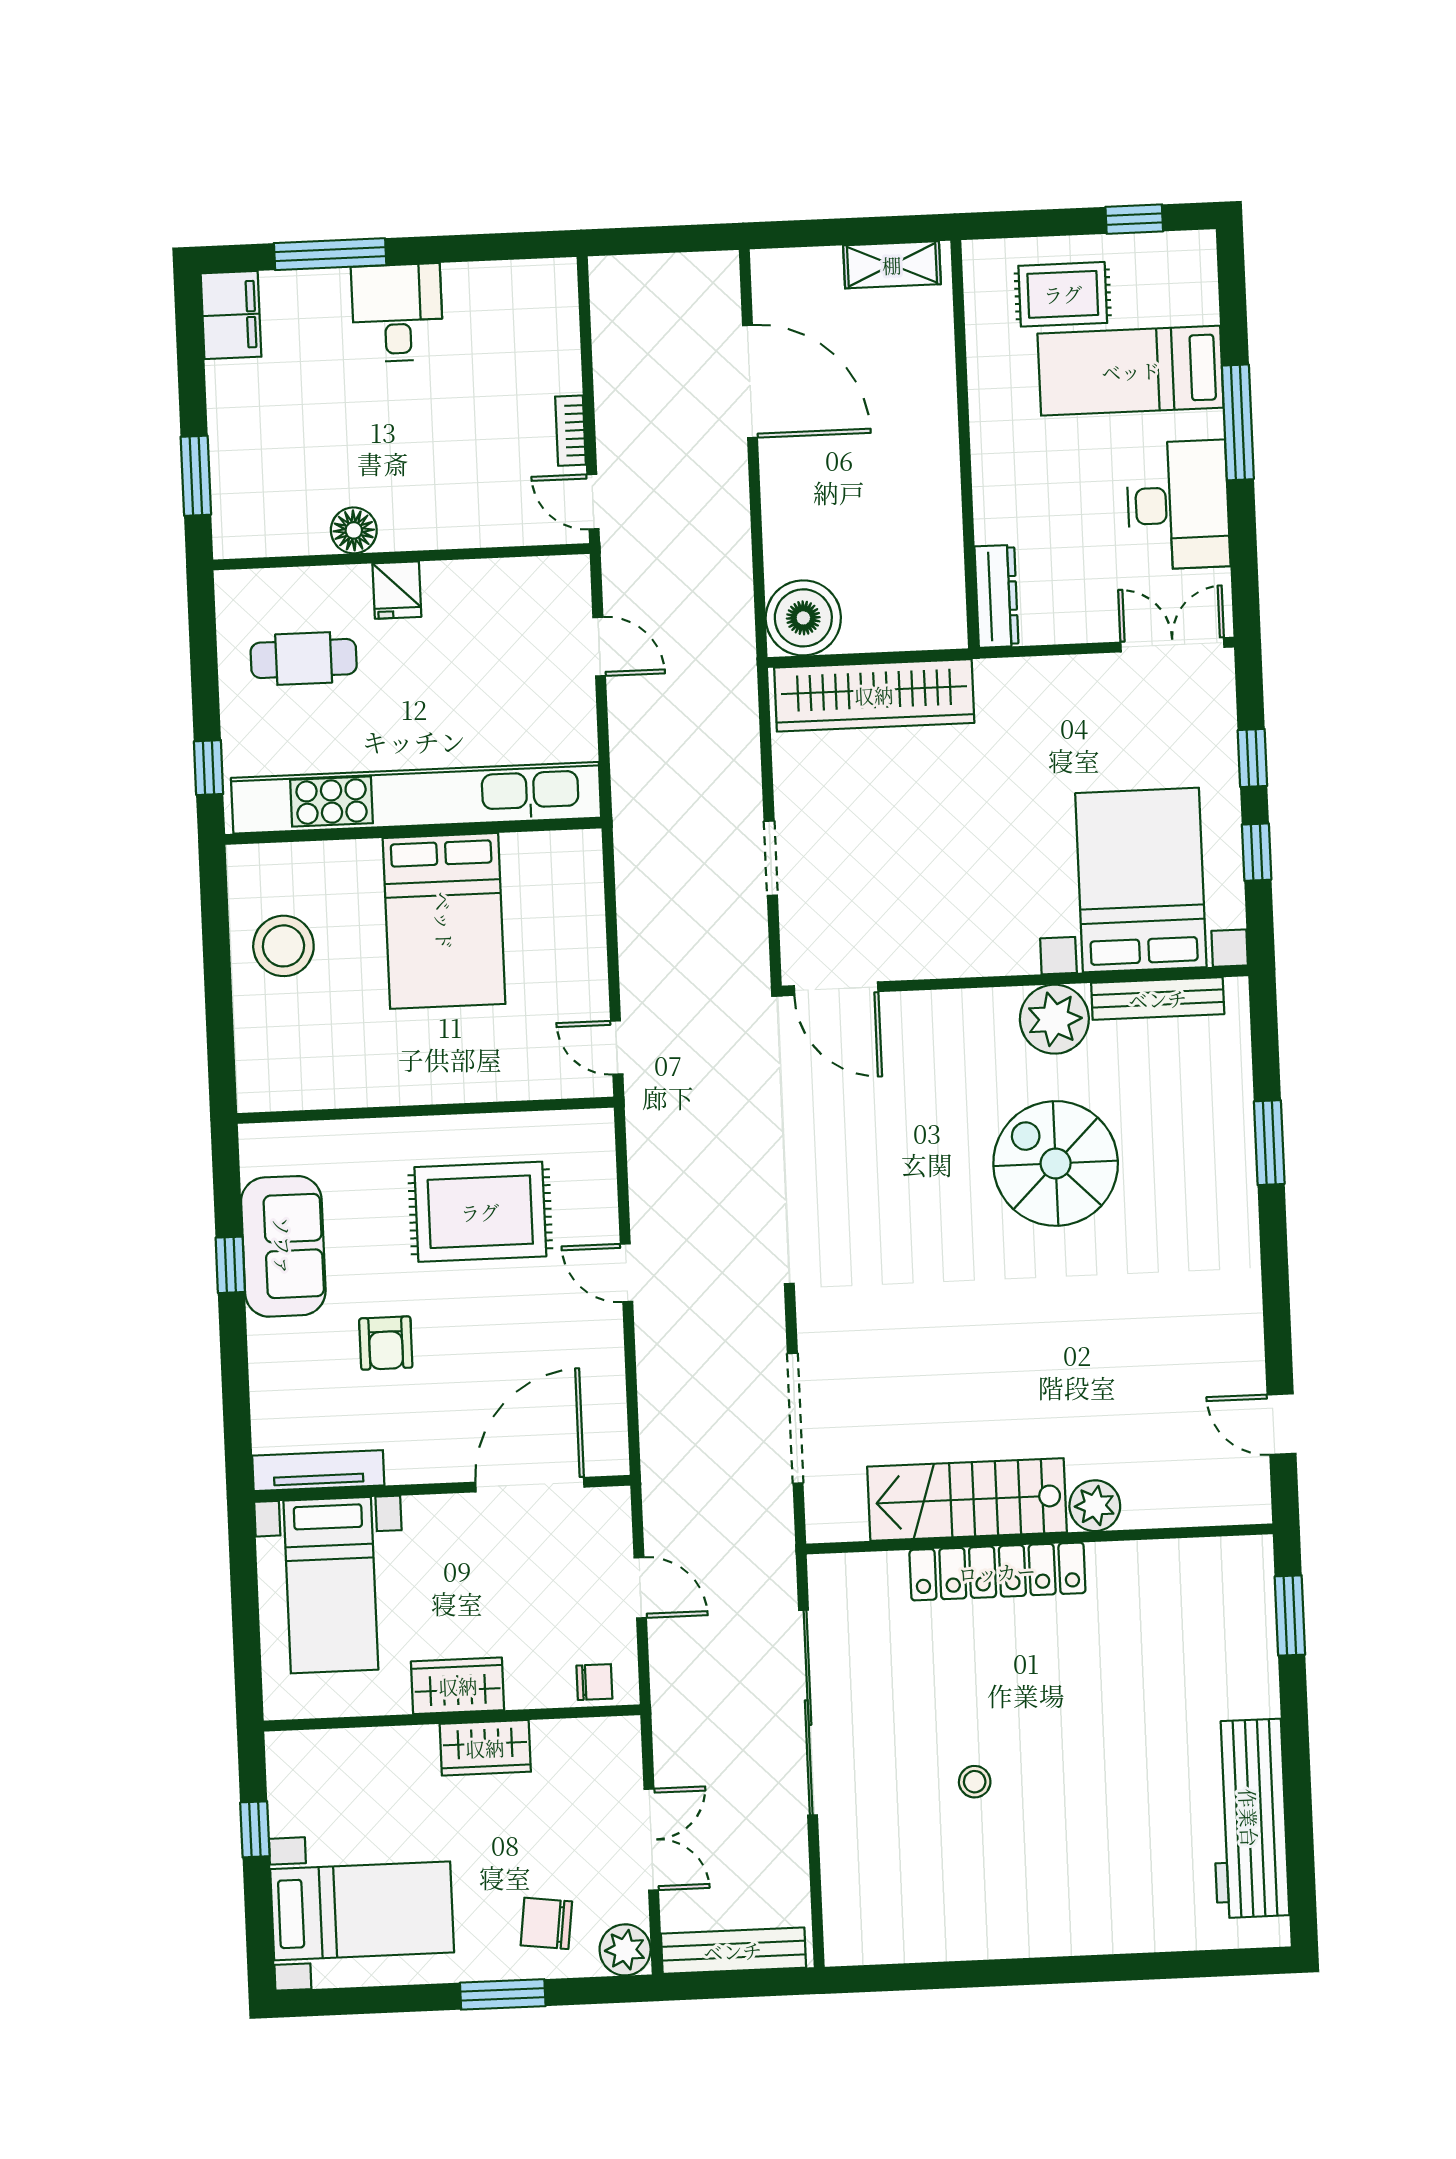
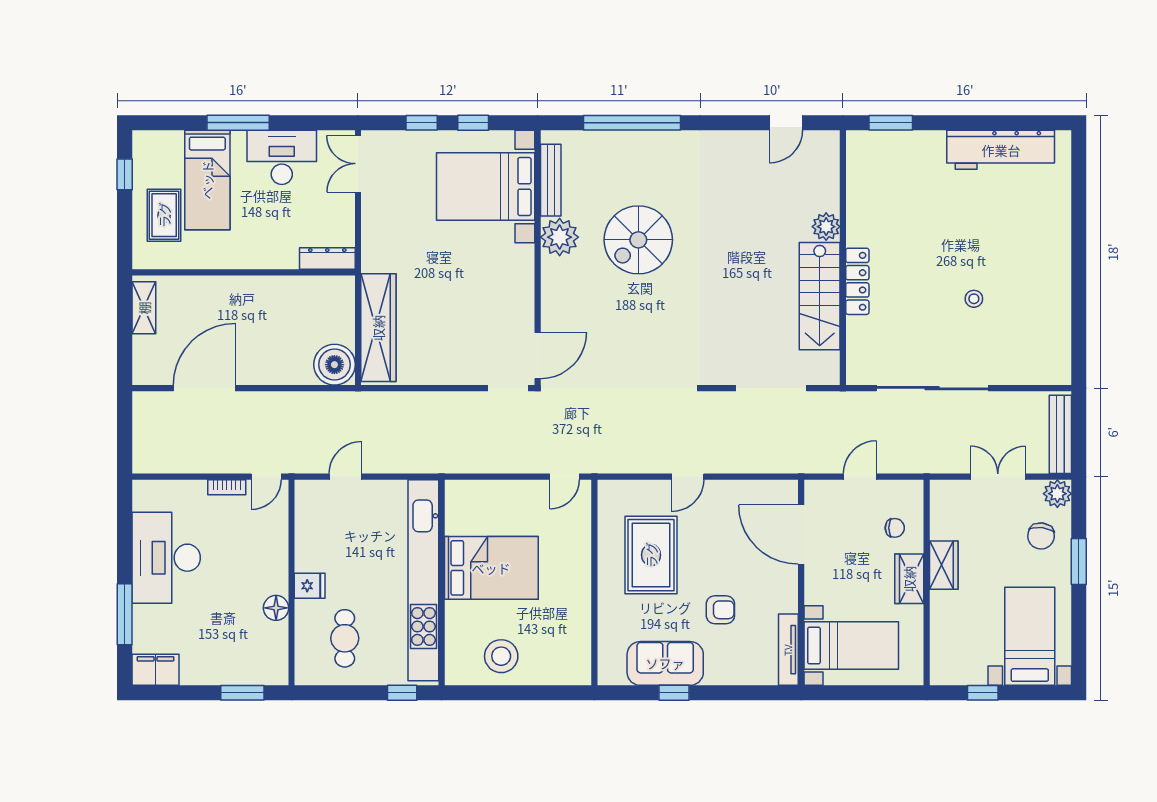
desk: (397, 313) -> (166, 558), width x1.87, depth x1.30
doorway: (771, 858) -> (508, 388), moved
window: (1269, 1143) -> (632, 123), width x2.11
locker: (997, 1572) -> (857, 281), width x0.71, depth x0.83
chair: (594, 1682) -> (895, 528), moved, turned 90

